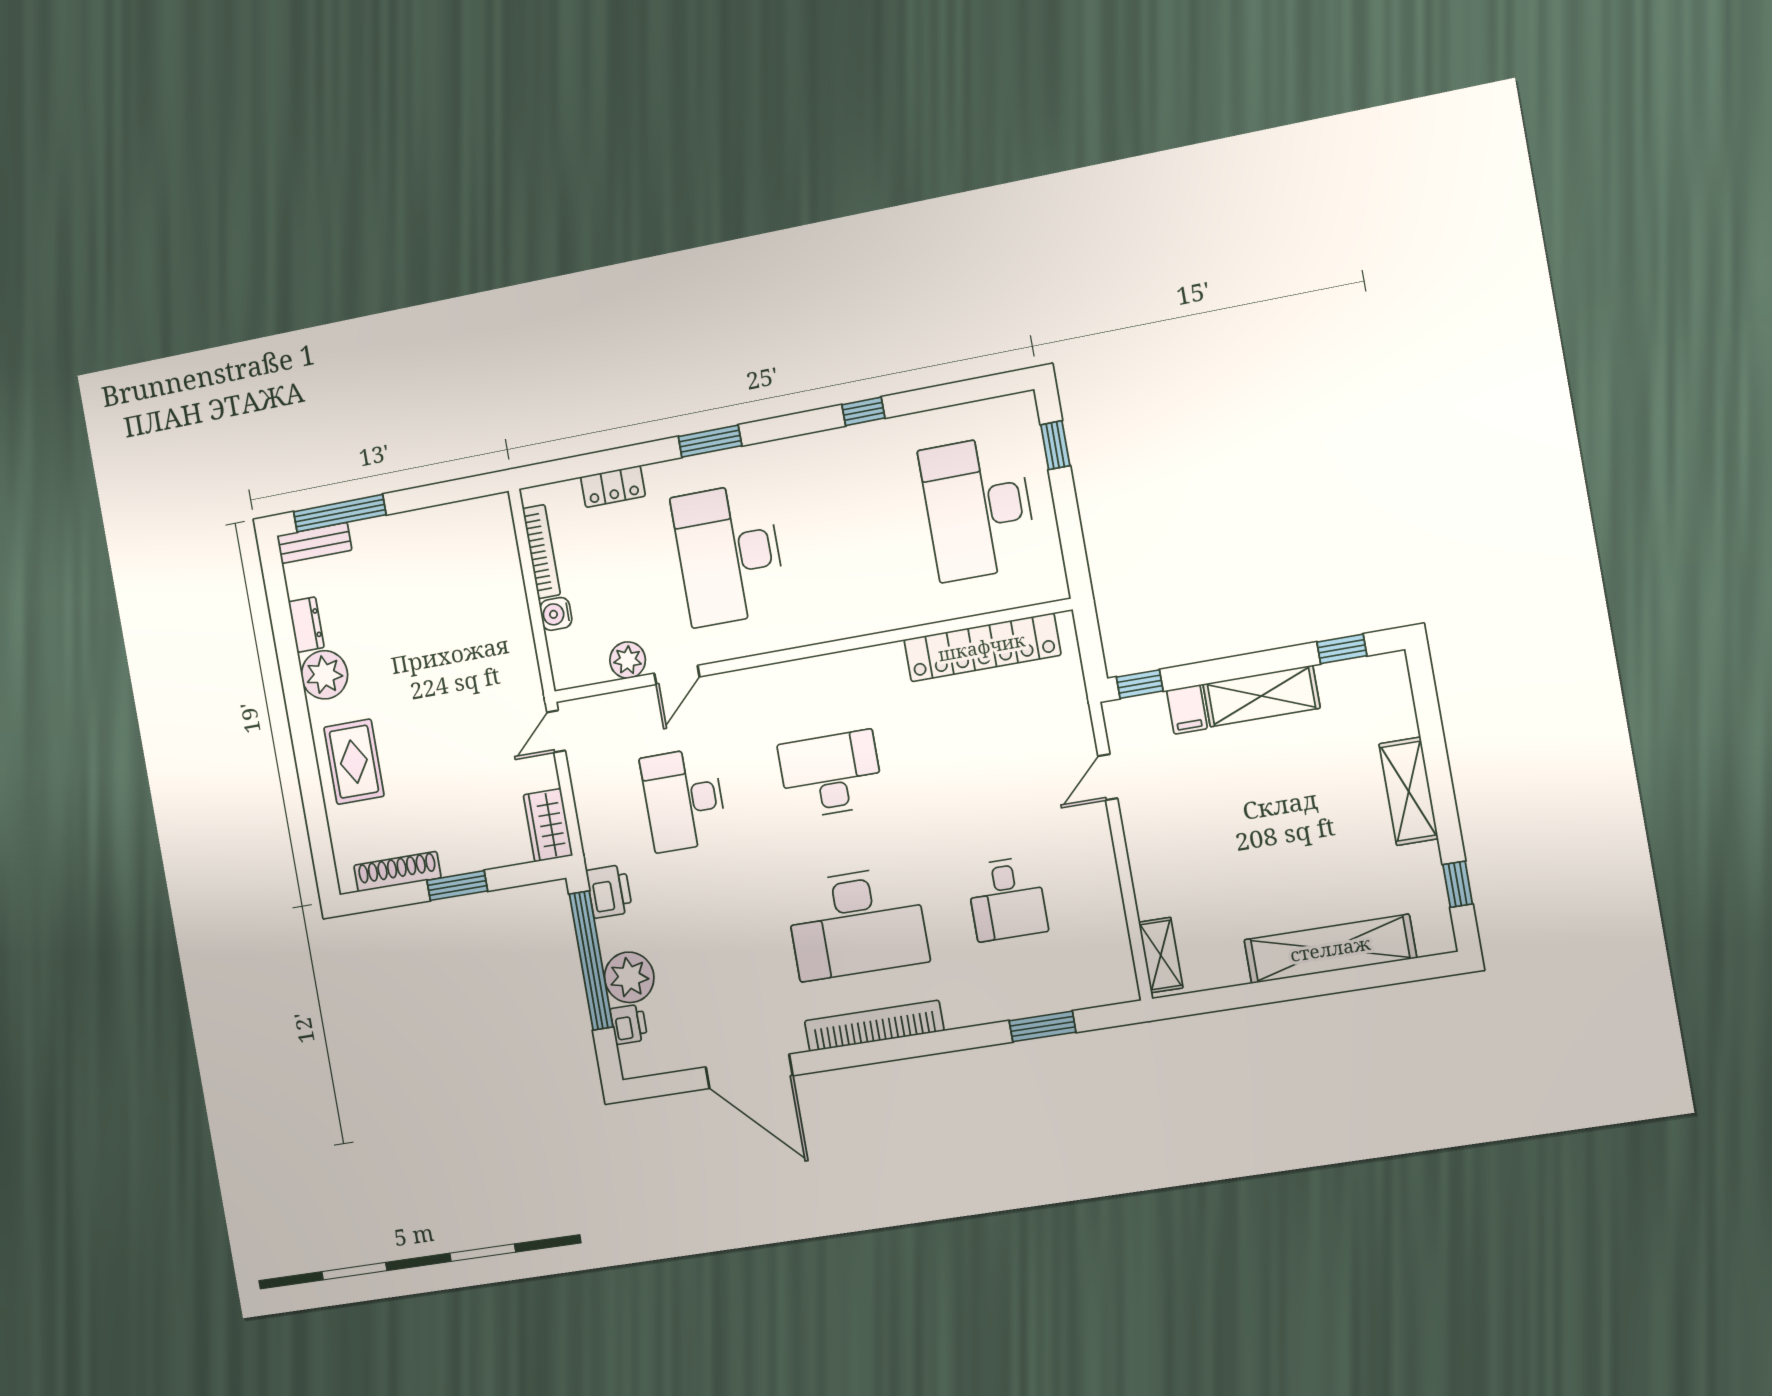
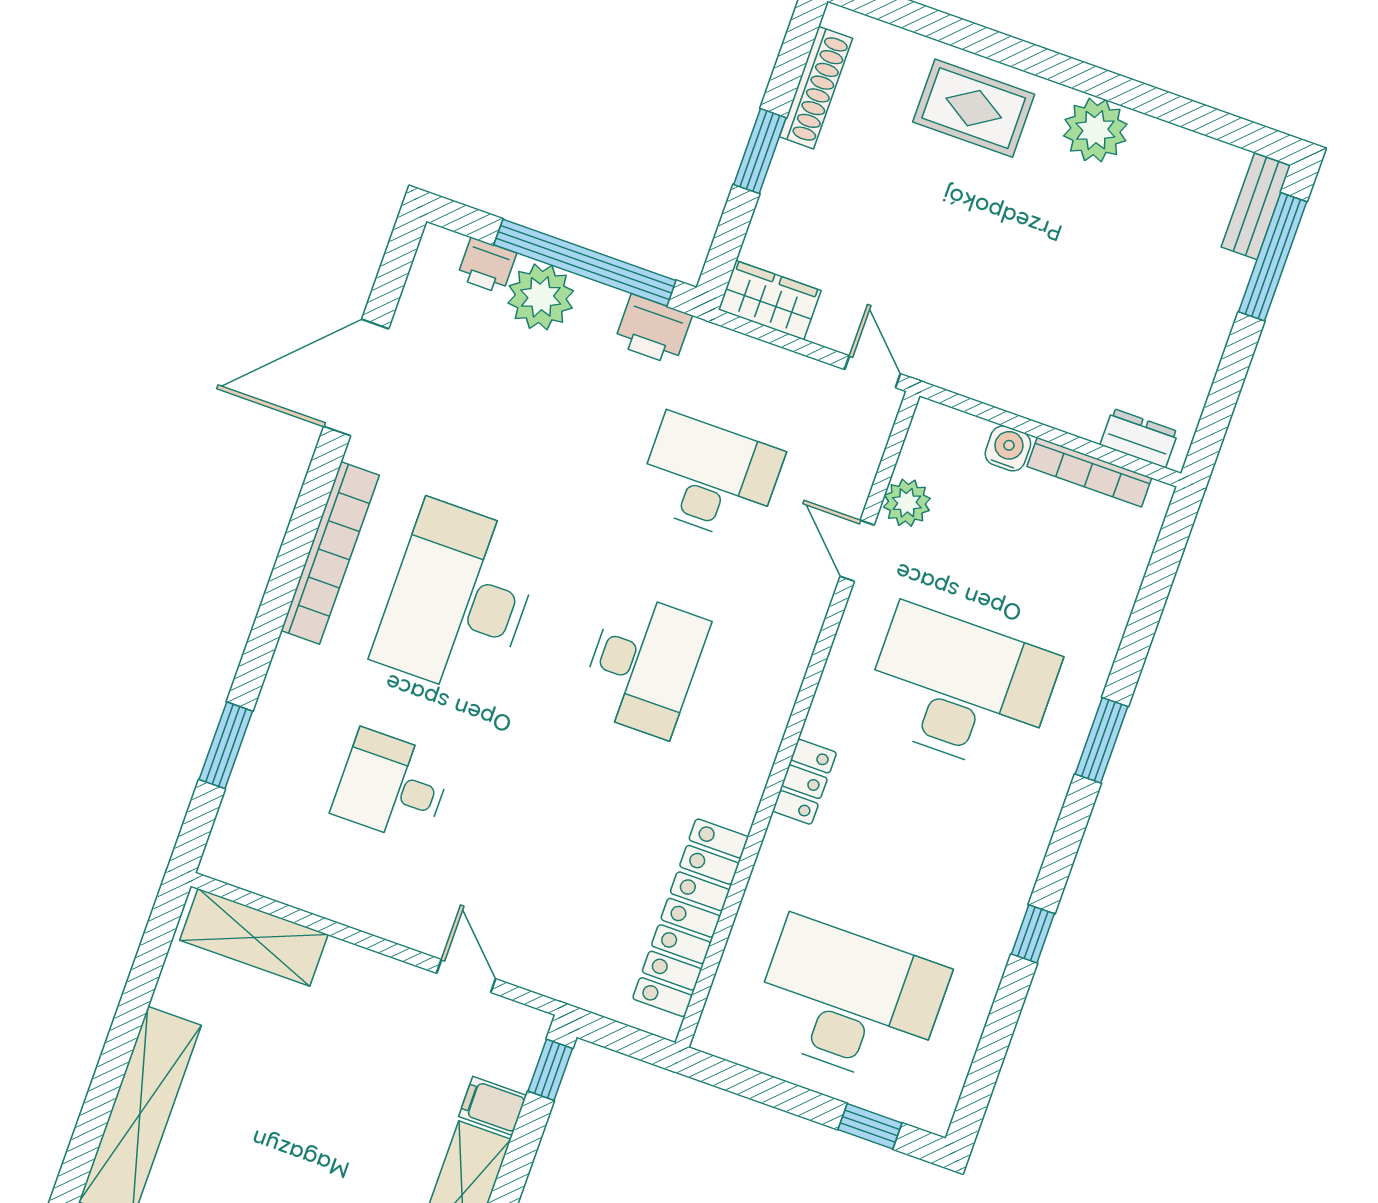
locker: (613, 487) -> (804, 782), moved, turned 180
dresser: (306, 625) -> (1139, 438), moved, turned 180
shelving: (1161, 955) -> (254, 937), width x1.50, depth x1.33

